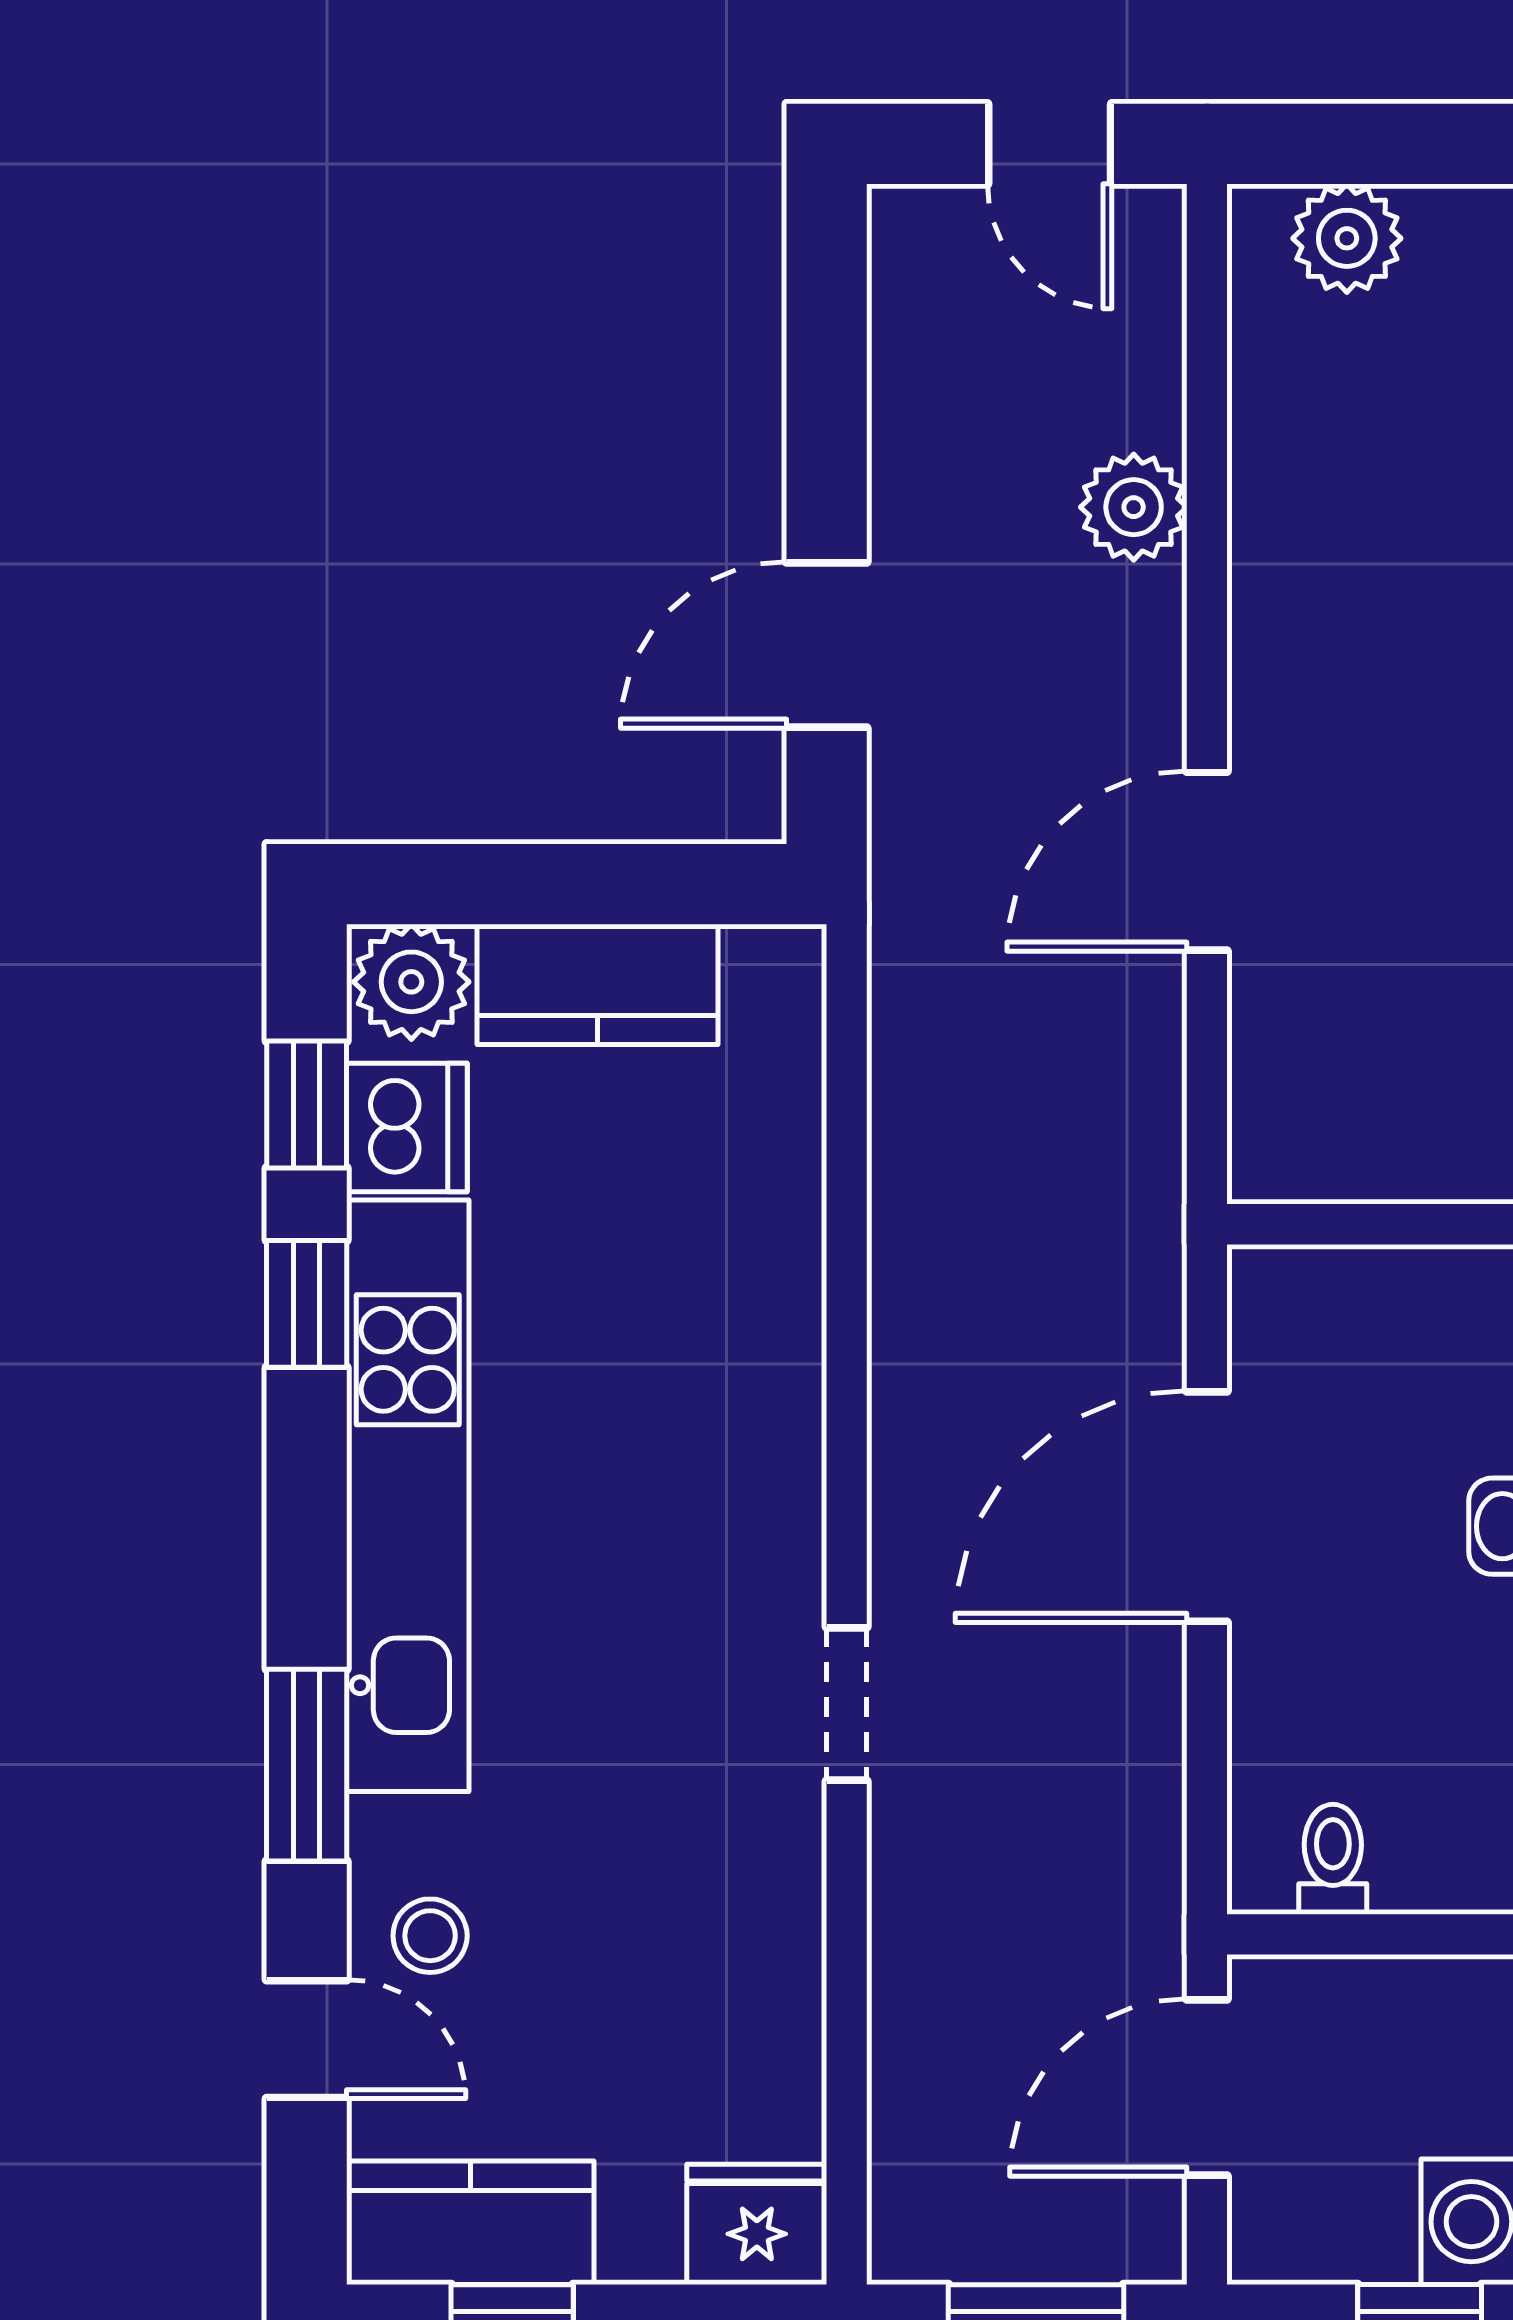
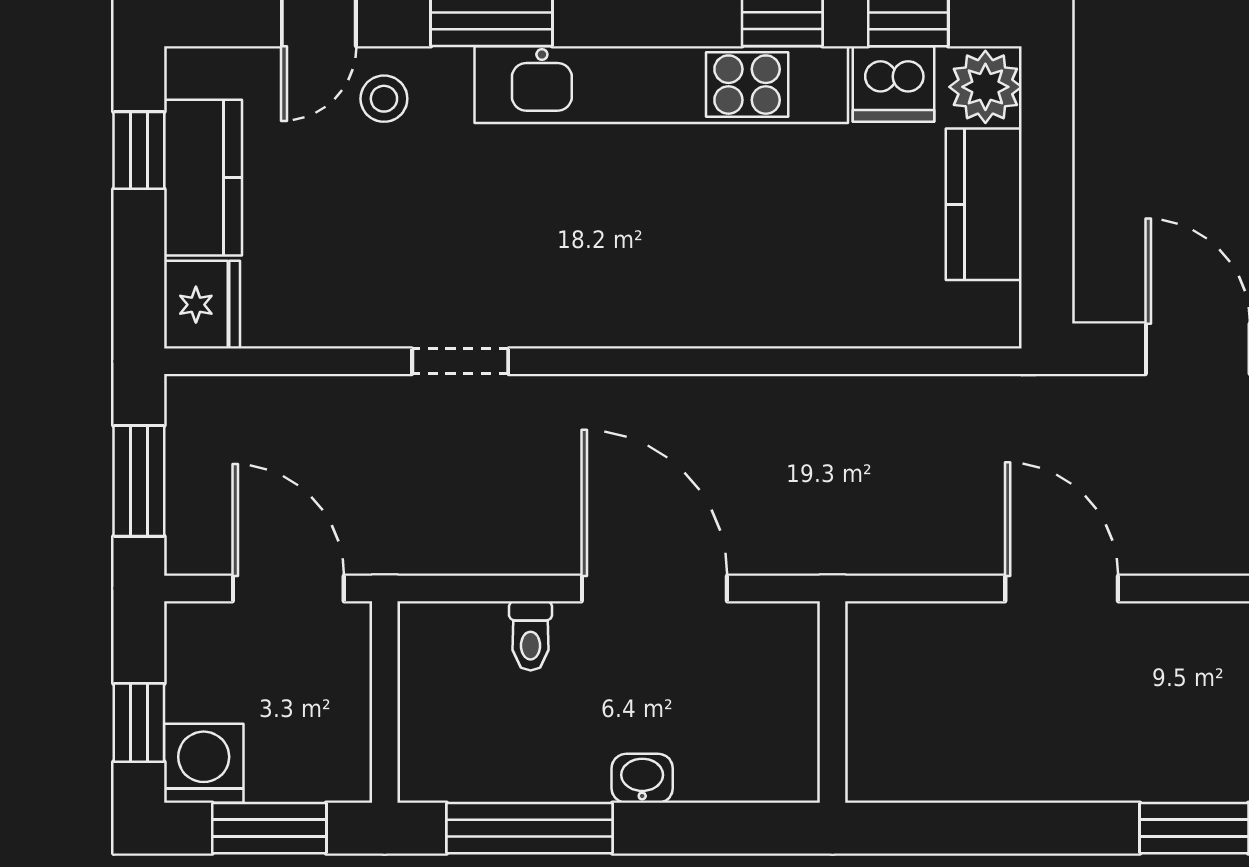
doorway: (847, 1704) -> (460, 361), moved
toilet: (1333, 1859) -> (531, 636), moved, turned 90
kitchen counter: (470, 2223) -> (203, 178), moved

